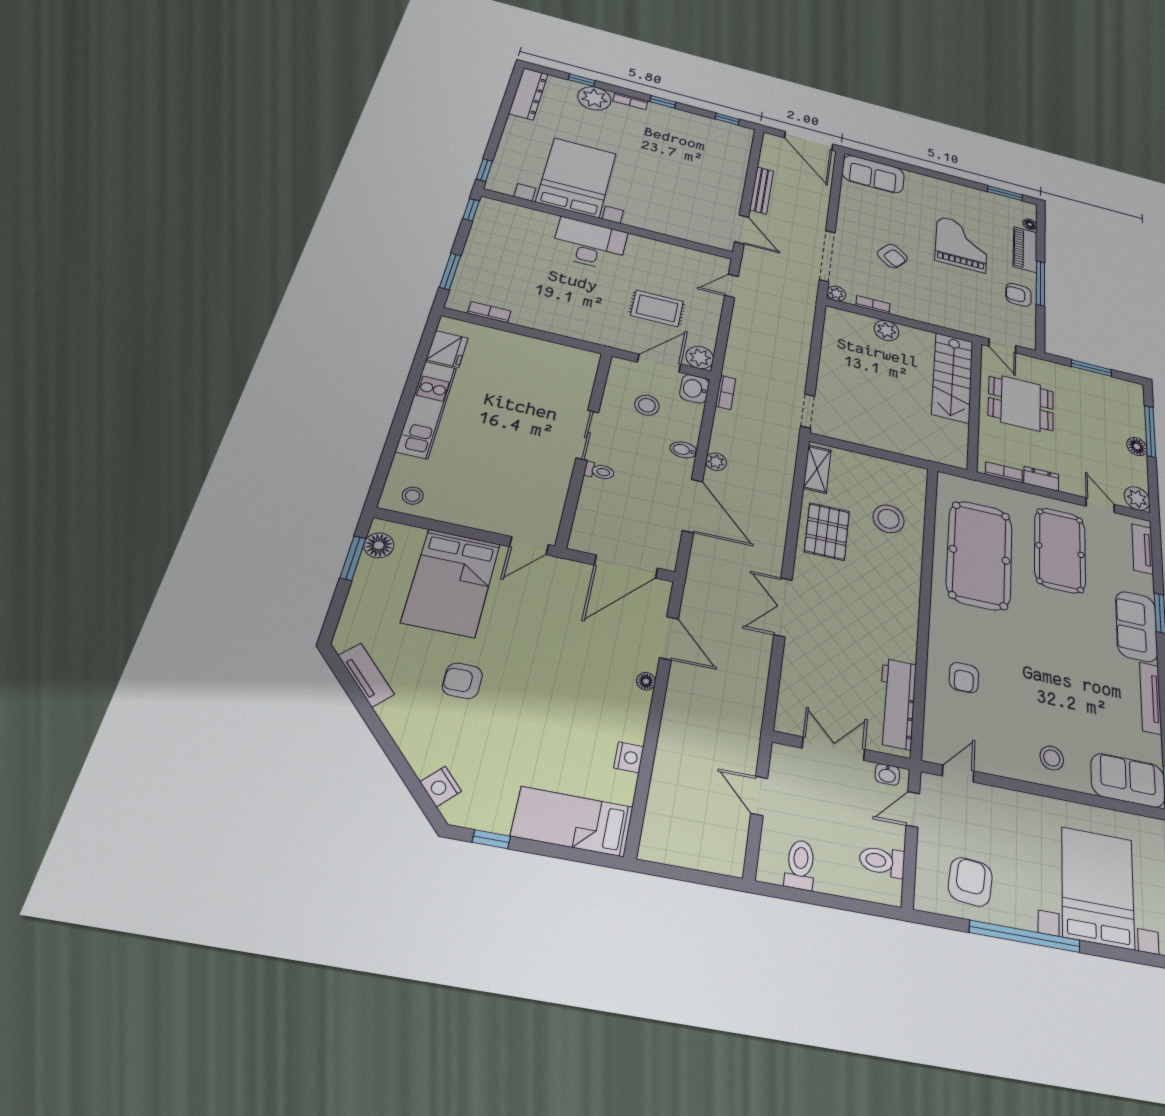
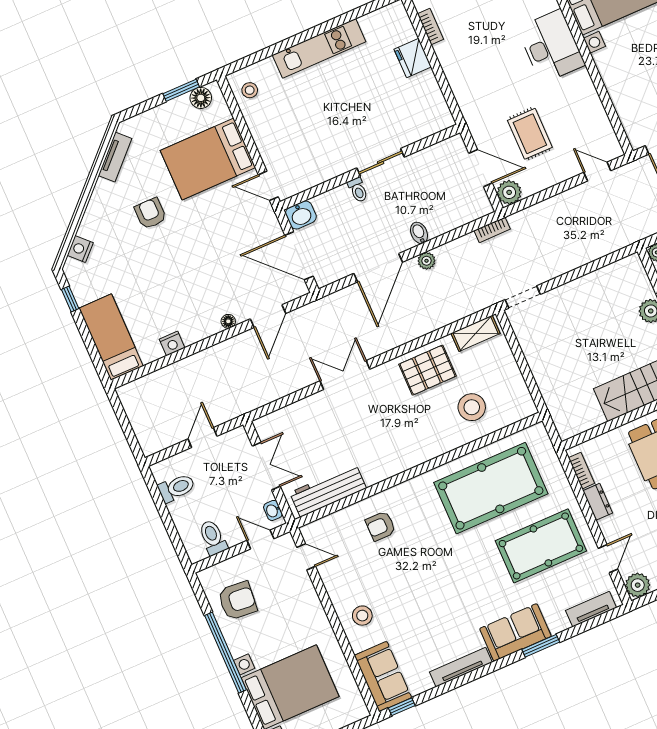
fridge: (447, 349) -> (413, 58), moved, turned 90
washbasin: (694, 389) -> (301, 215), moved, turned 180
stool: (647, 405) -> (437, 184), removed

